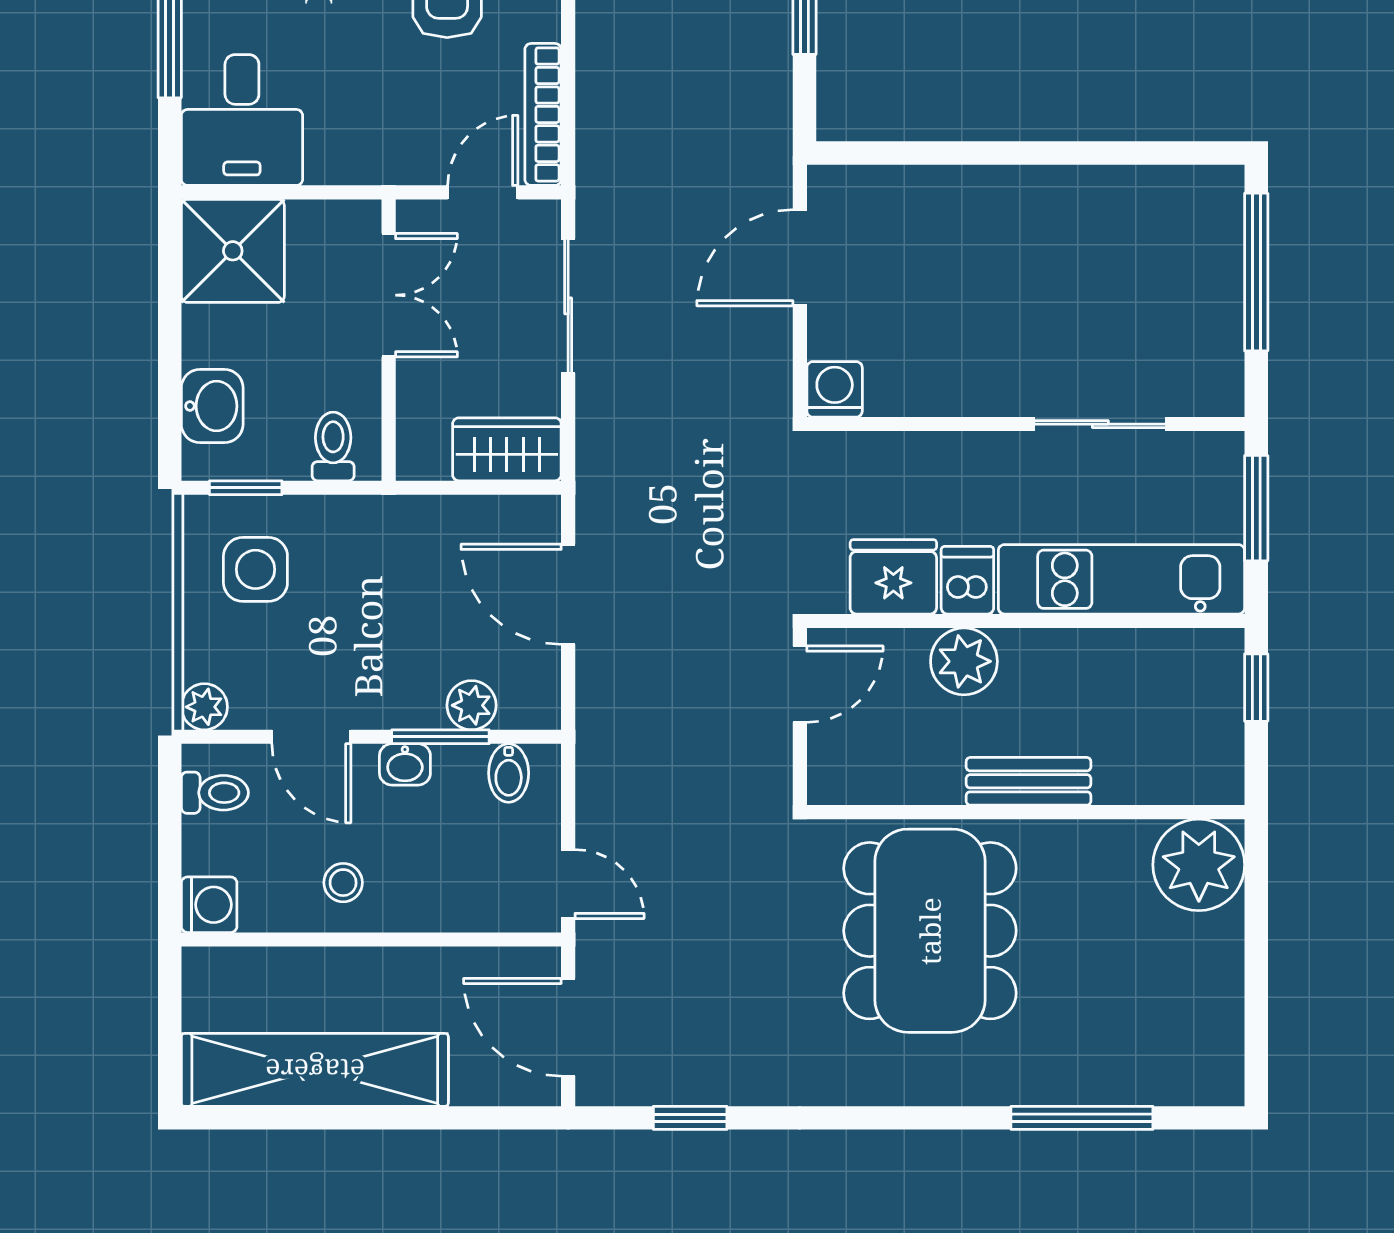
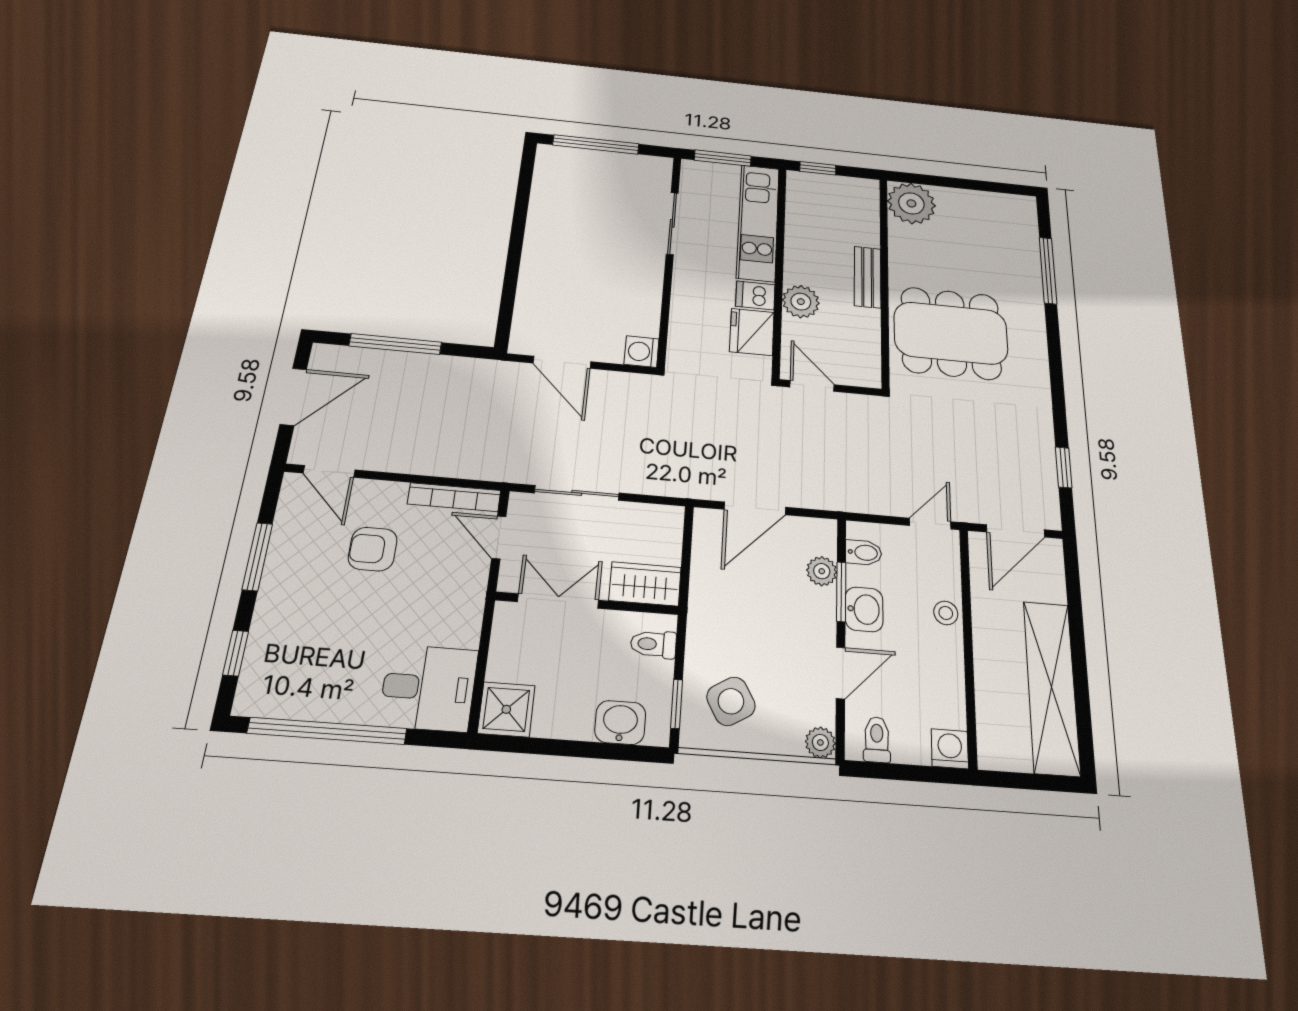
shower: (233, 251) -> (506, 709), width x0.73, depth x0.73
wardrobe: (507, 449) -> (645, 584), moved, turned 90
side table: (255, 569) -> (731, 701), turned -30
washbasin: (405, 764) -> (864, 609), width x1.38, depth x1.45
stool: (343, 883) -> (946, 613), moved

